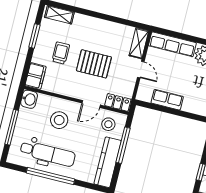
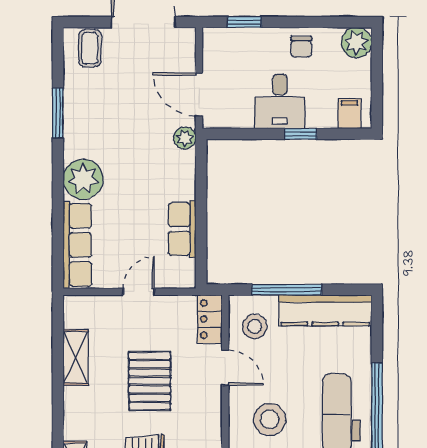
shelving: (139, 43) -> (76, 357), moved, turned 90

